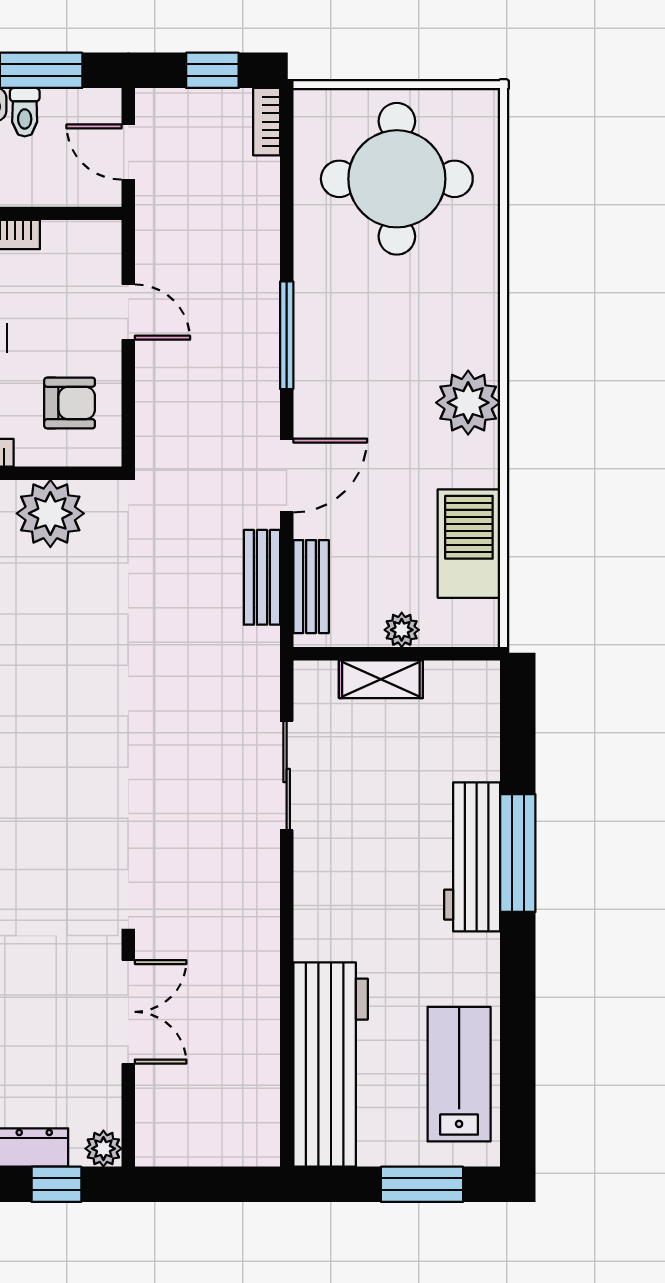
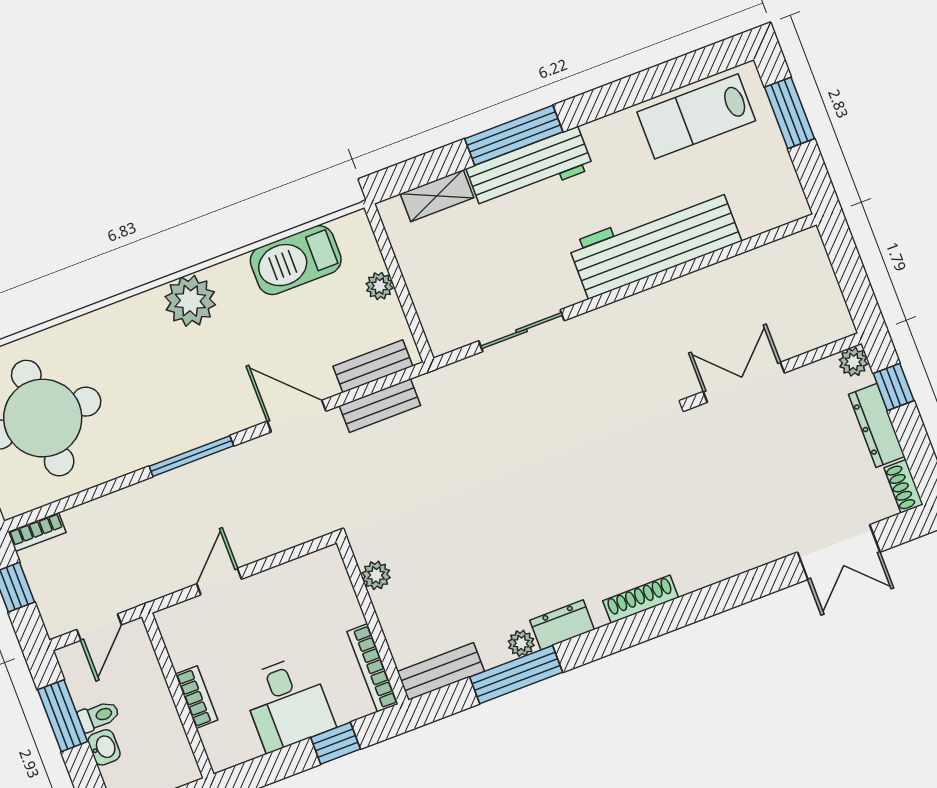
armchair: (70, 403) -> (304, 600), removed
plant: (50, 513) -> (376, 575), width x0.53, depth x0.53
shelving: (381, 679) -> (437, 196), moved, turned 90
workbench: (331, 1064) -> (655, 243), moved

